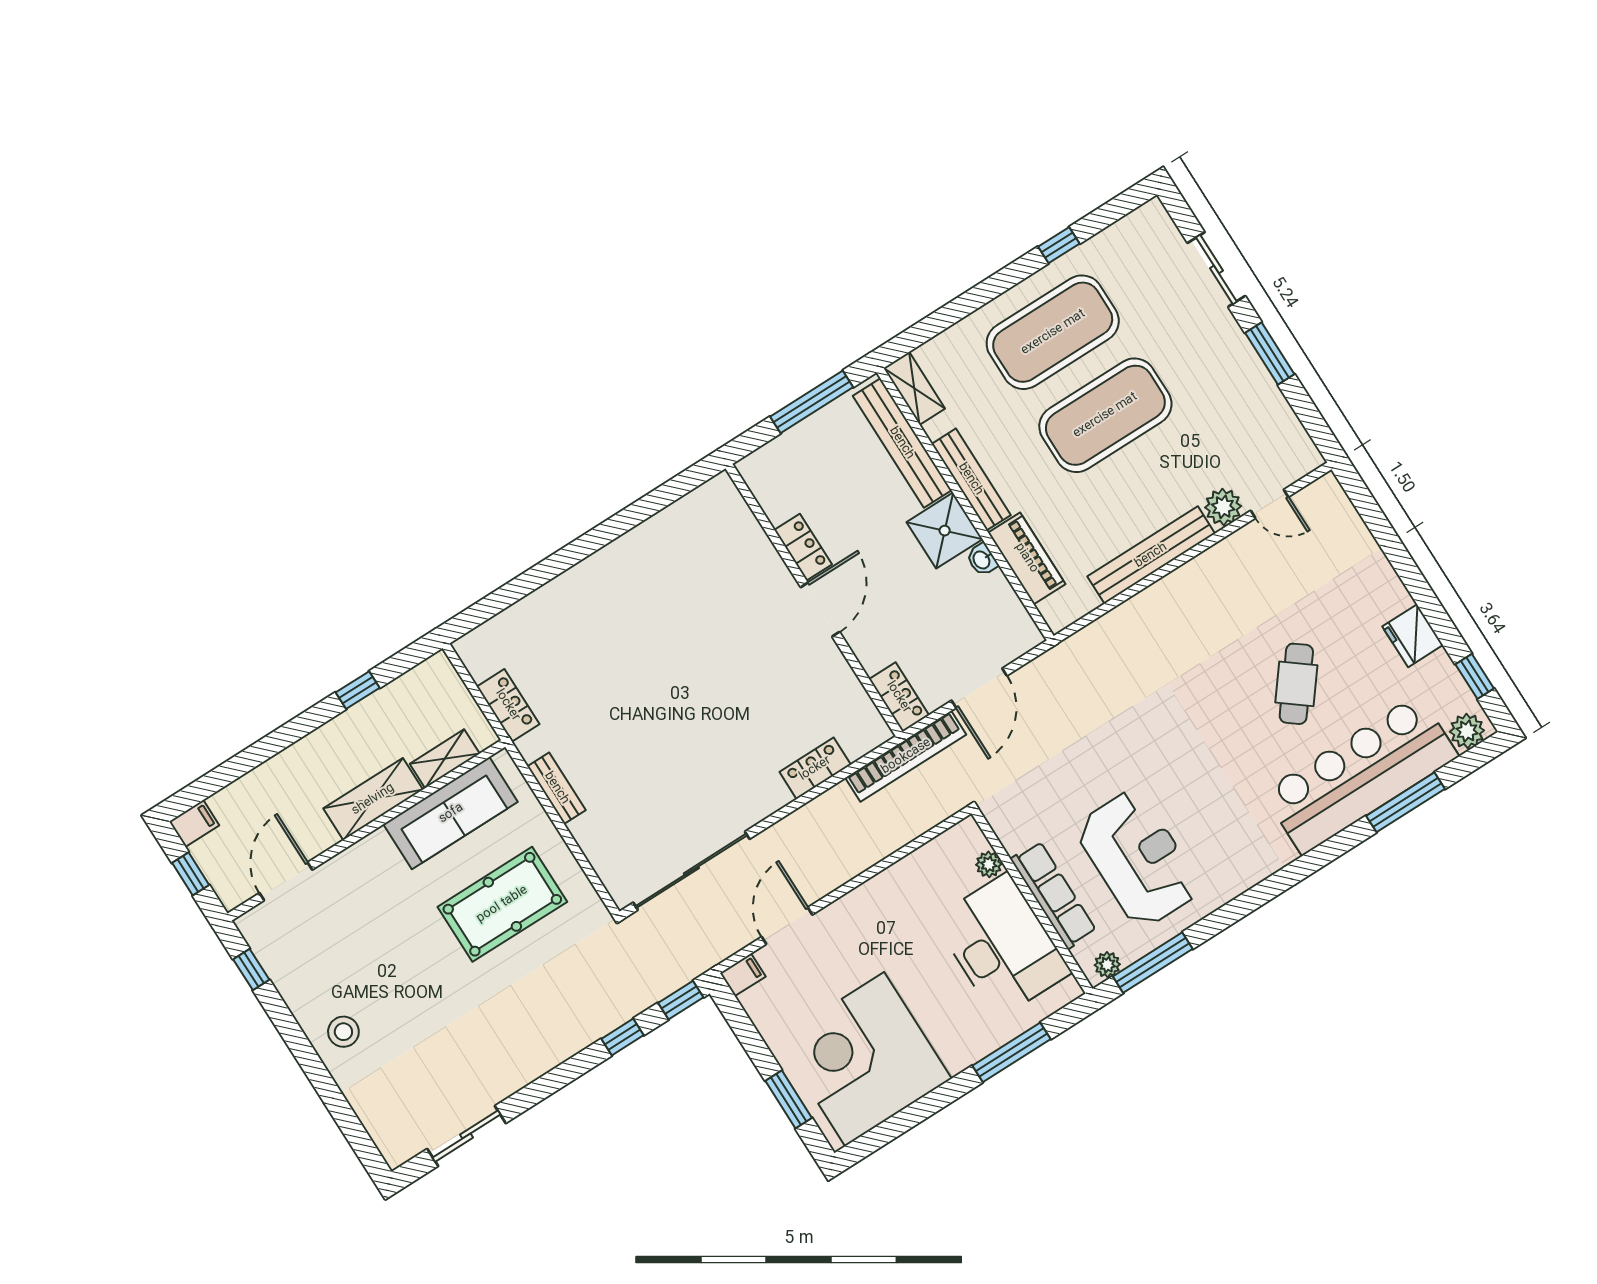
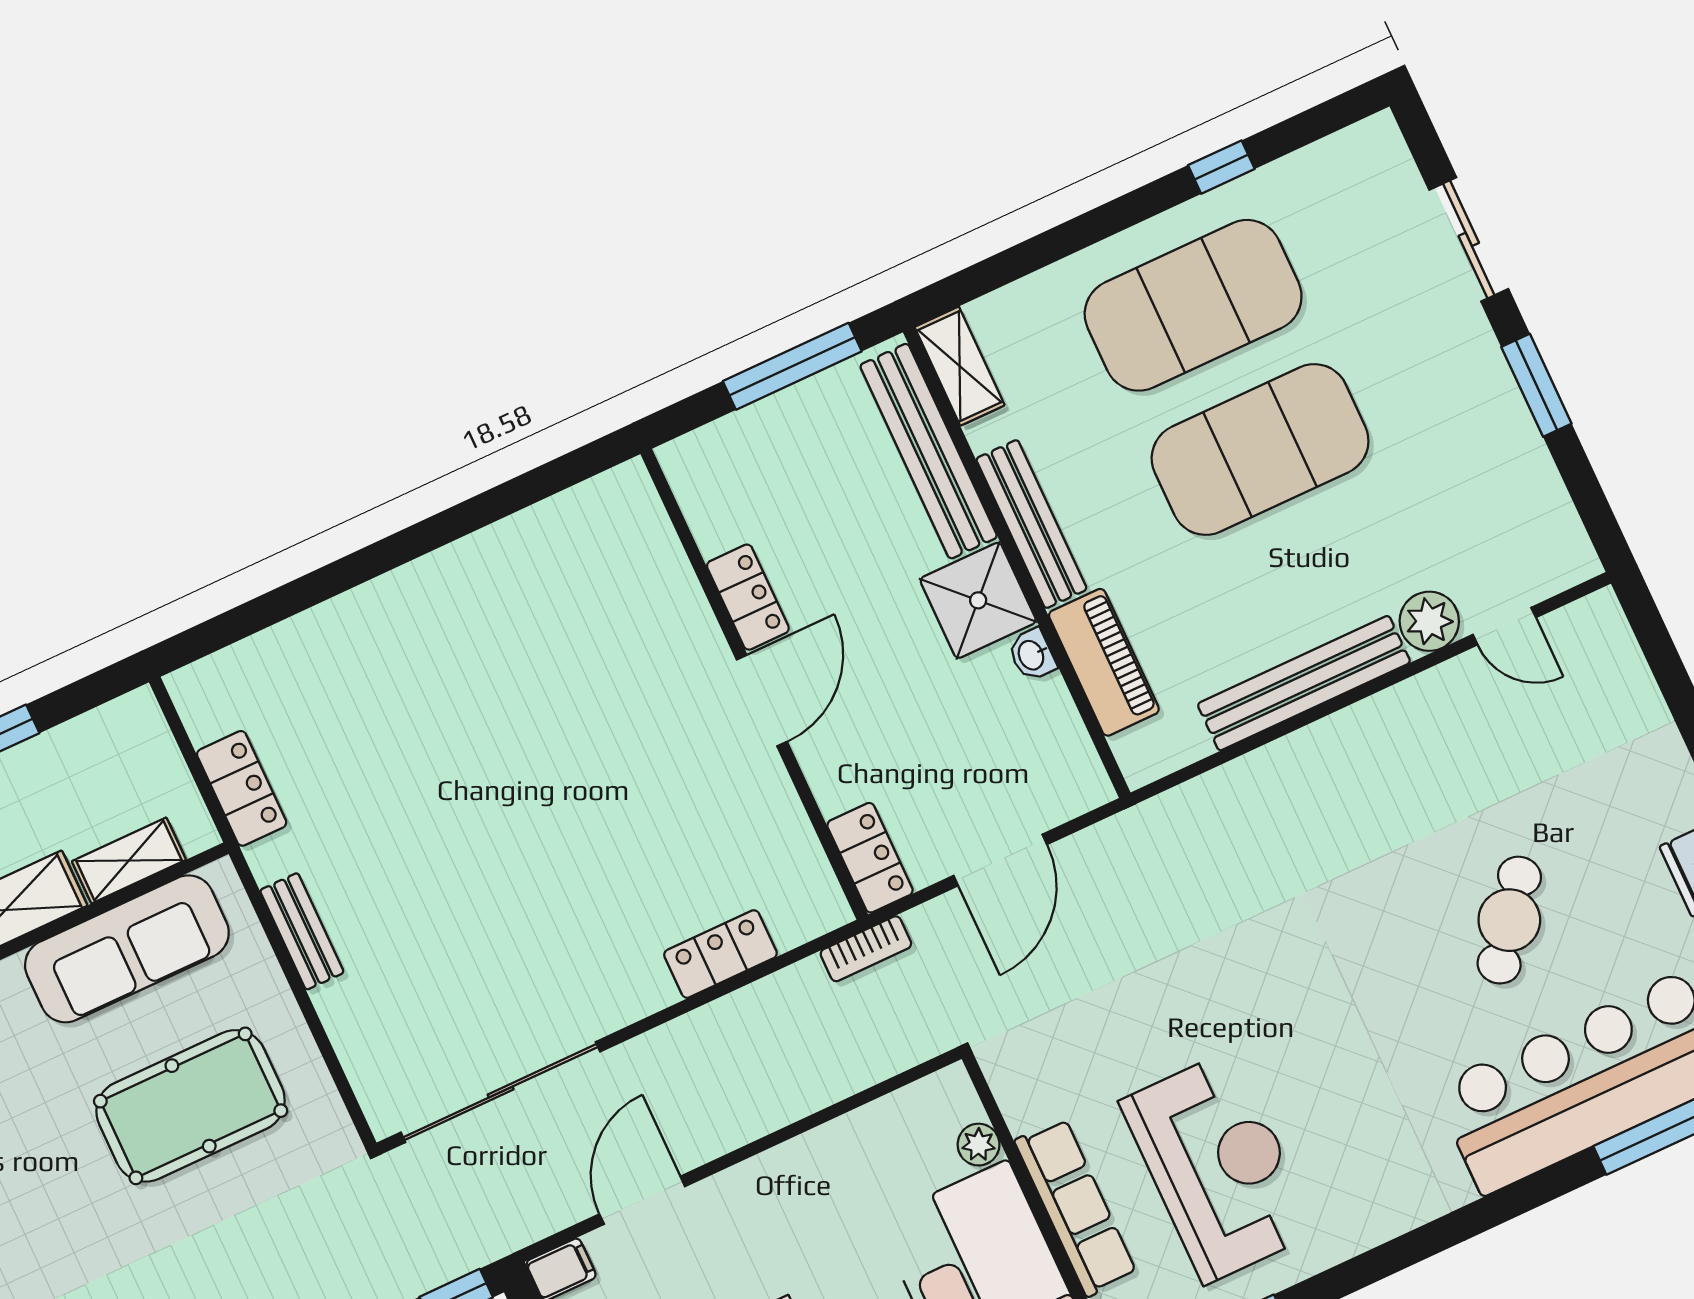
bookcase: (906, 756) -> (866, 949), width x0.43, depth x0.76

